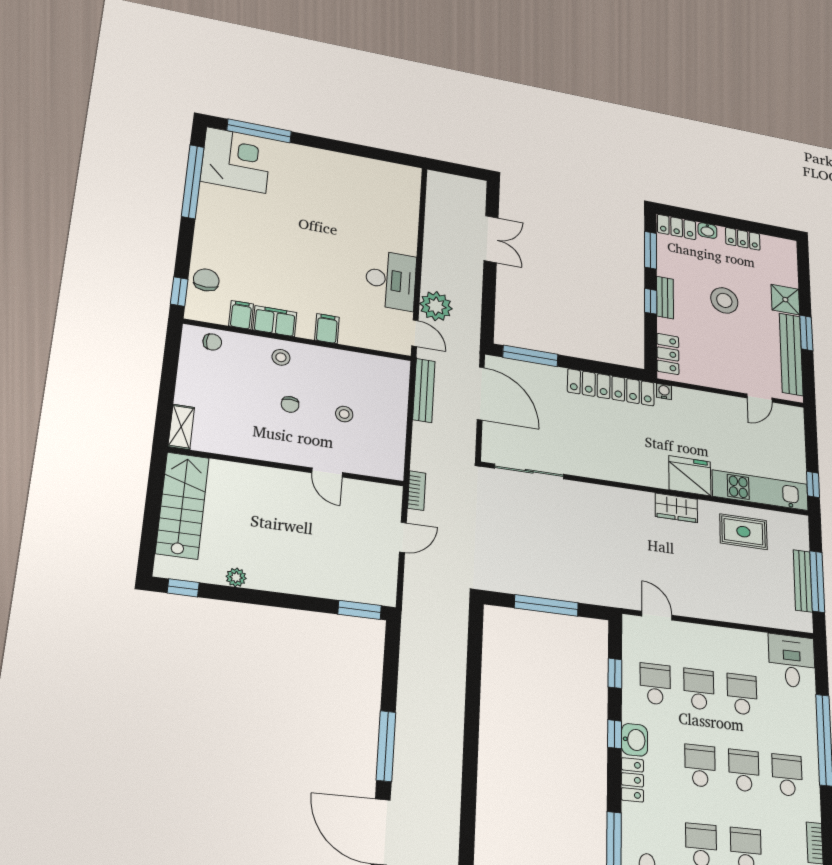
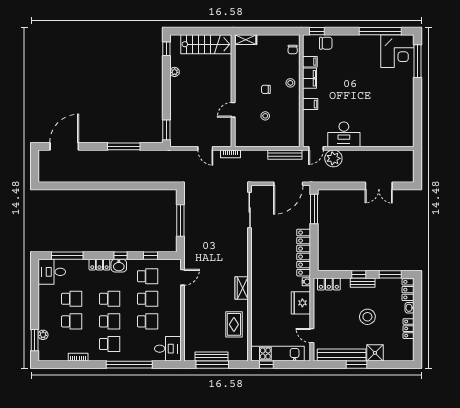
fridge: (690, 476) -> (301, 303), moved, turned 180
kitchen unit: (760, 490) -> (278, 354), moved, turned -90
window: (386, 746) -> (124, 146), moved

